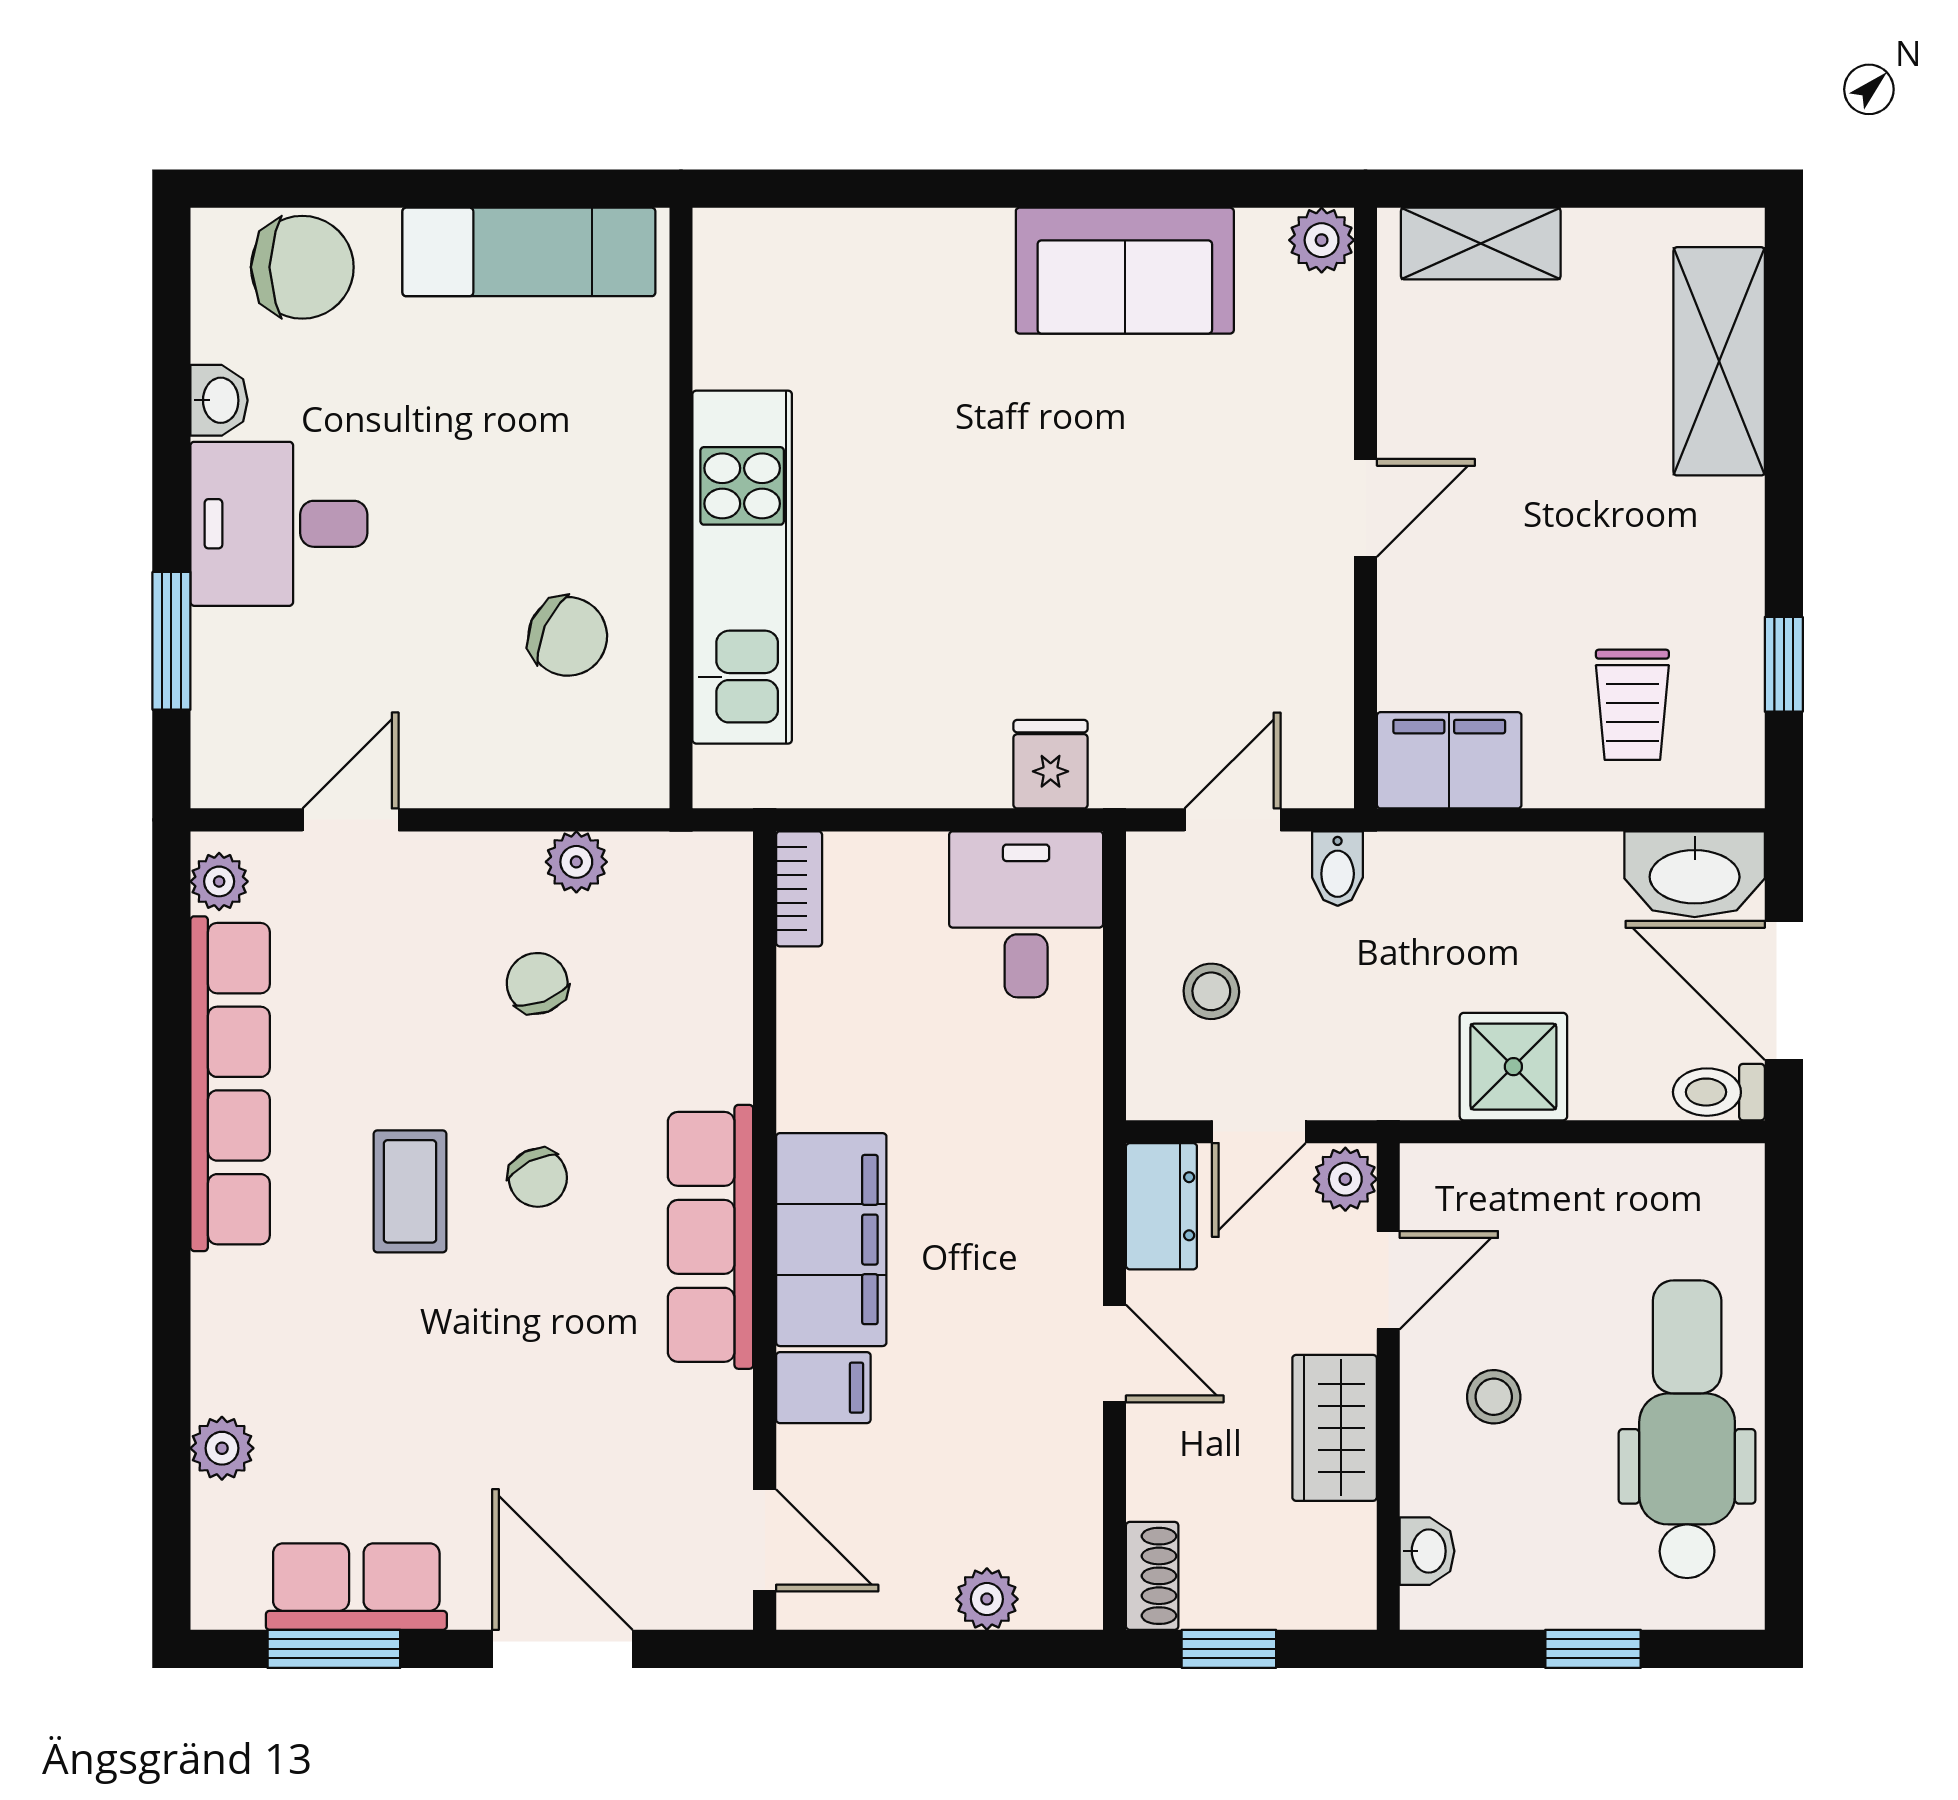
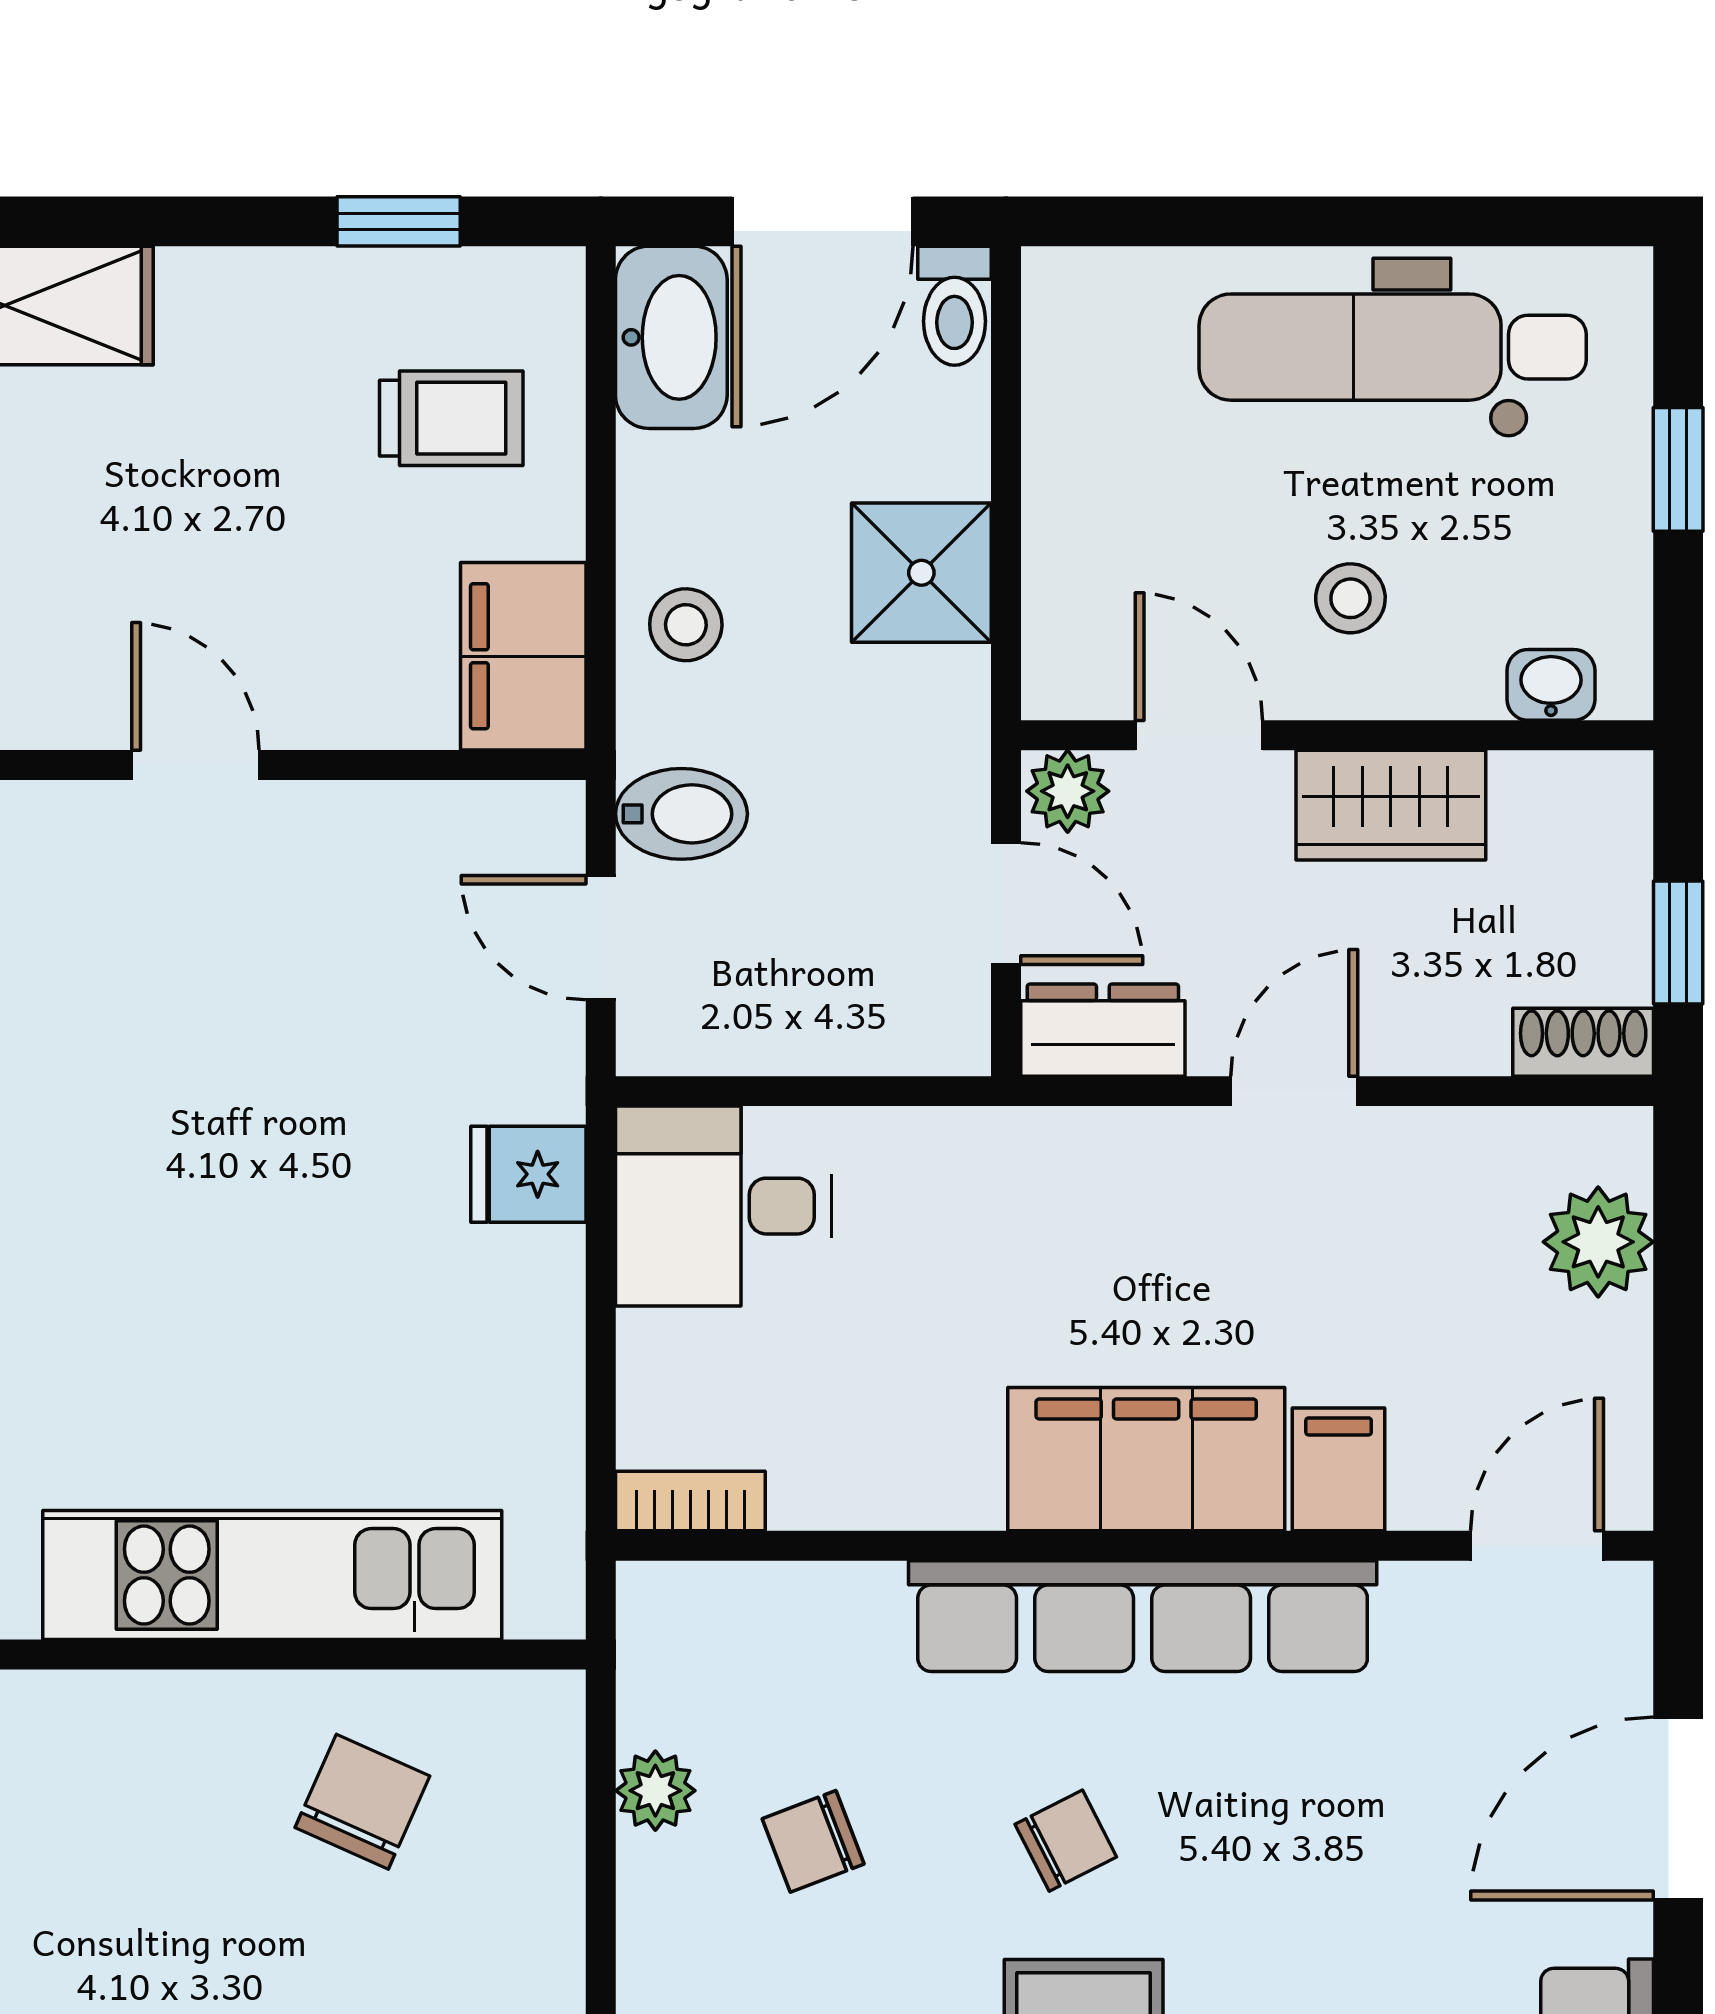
bidet: (1338, 869) -> (681, 814), width x1.38, depth x1.36
stool: (1211, 991) -> (686, 625), moved
row of seats: (711, 1237) -> (1143, 1616), width x1.36
plant: (987, 1599) -> (1598, 1242), width x1.38, depth x1.38

